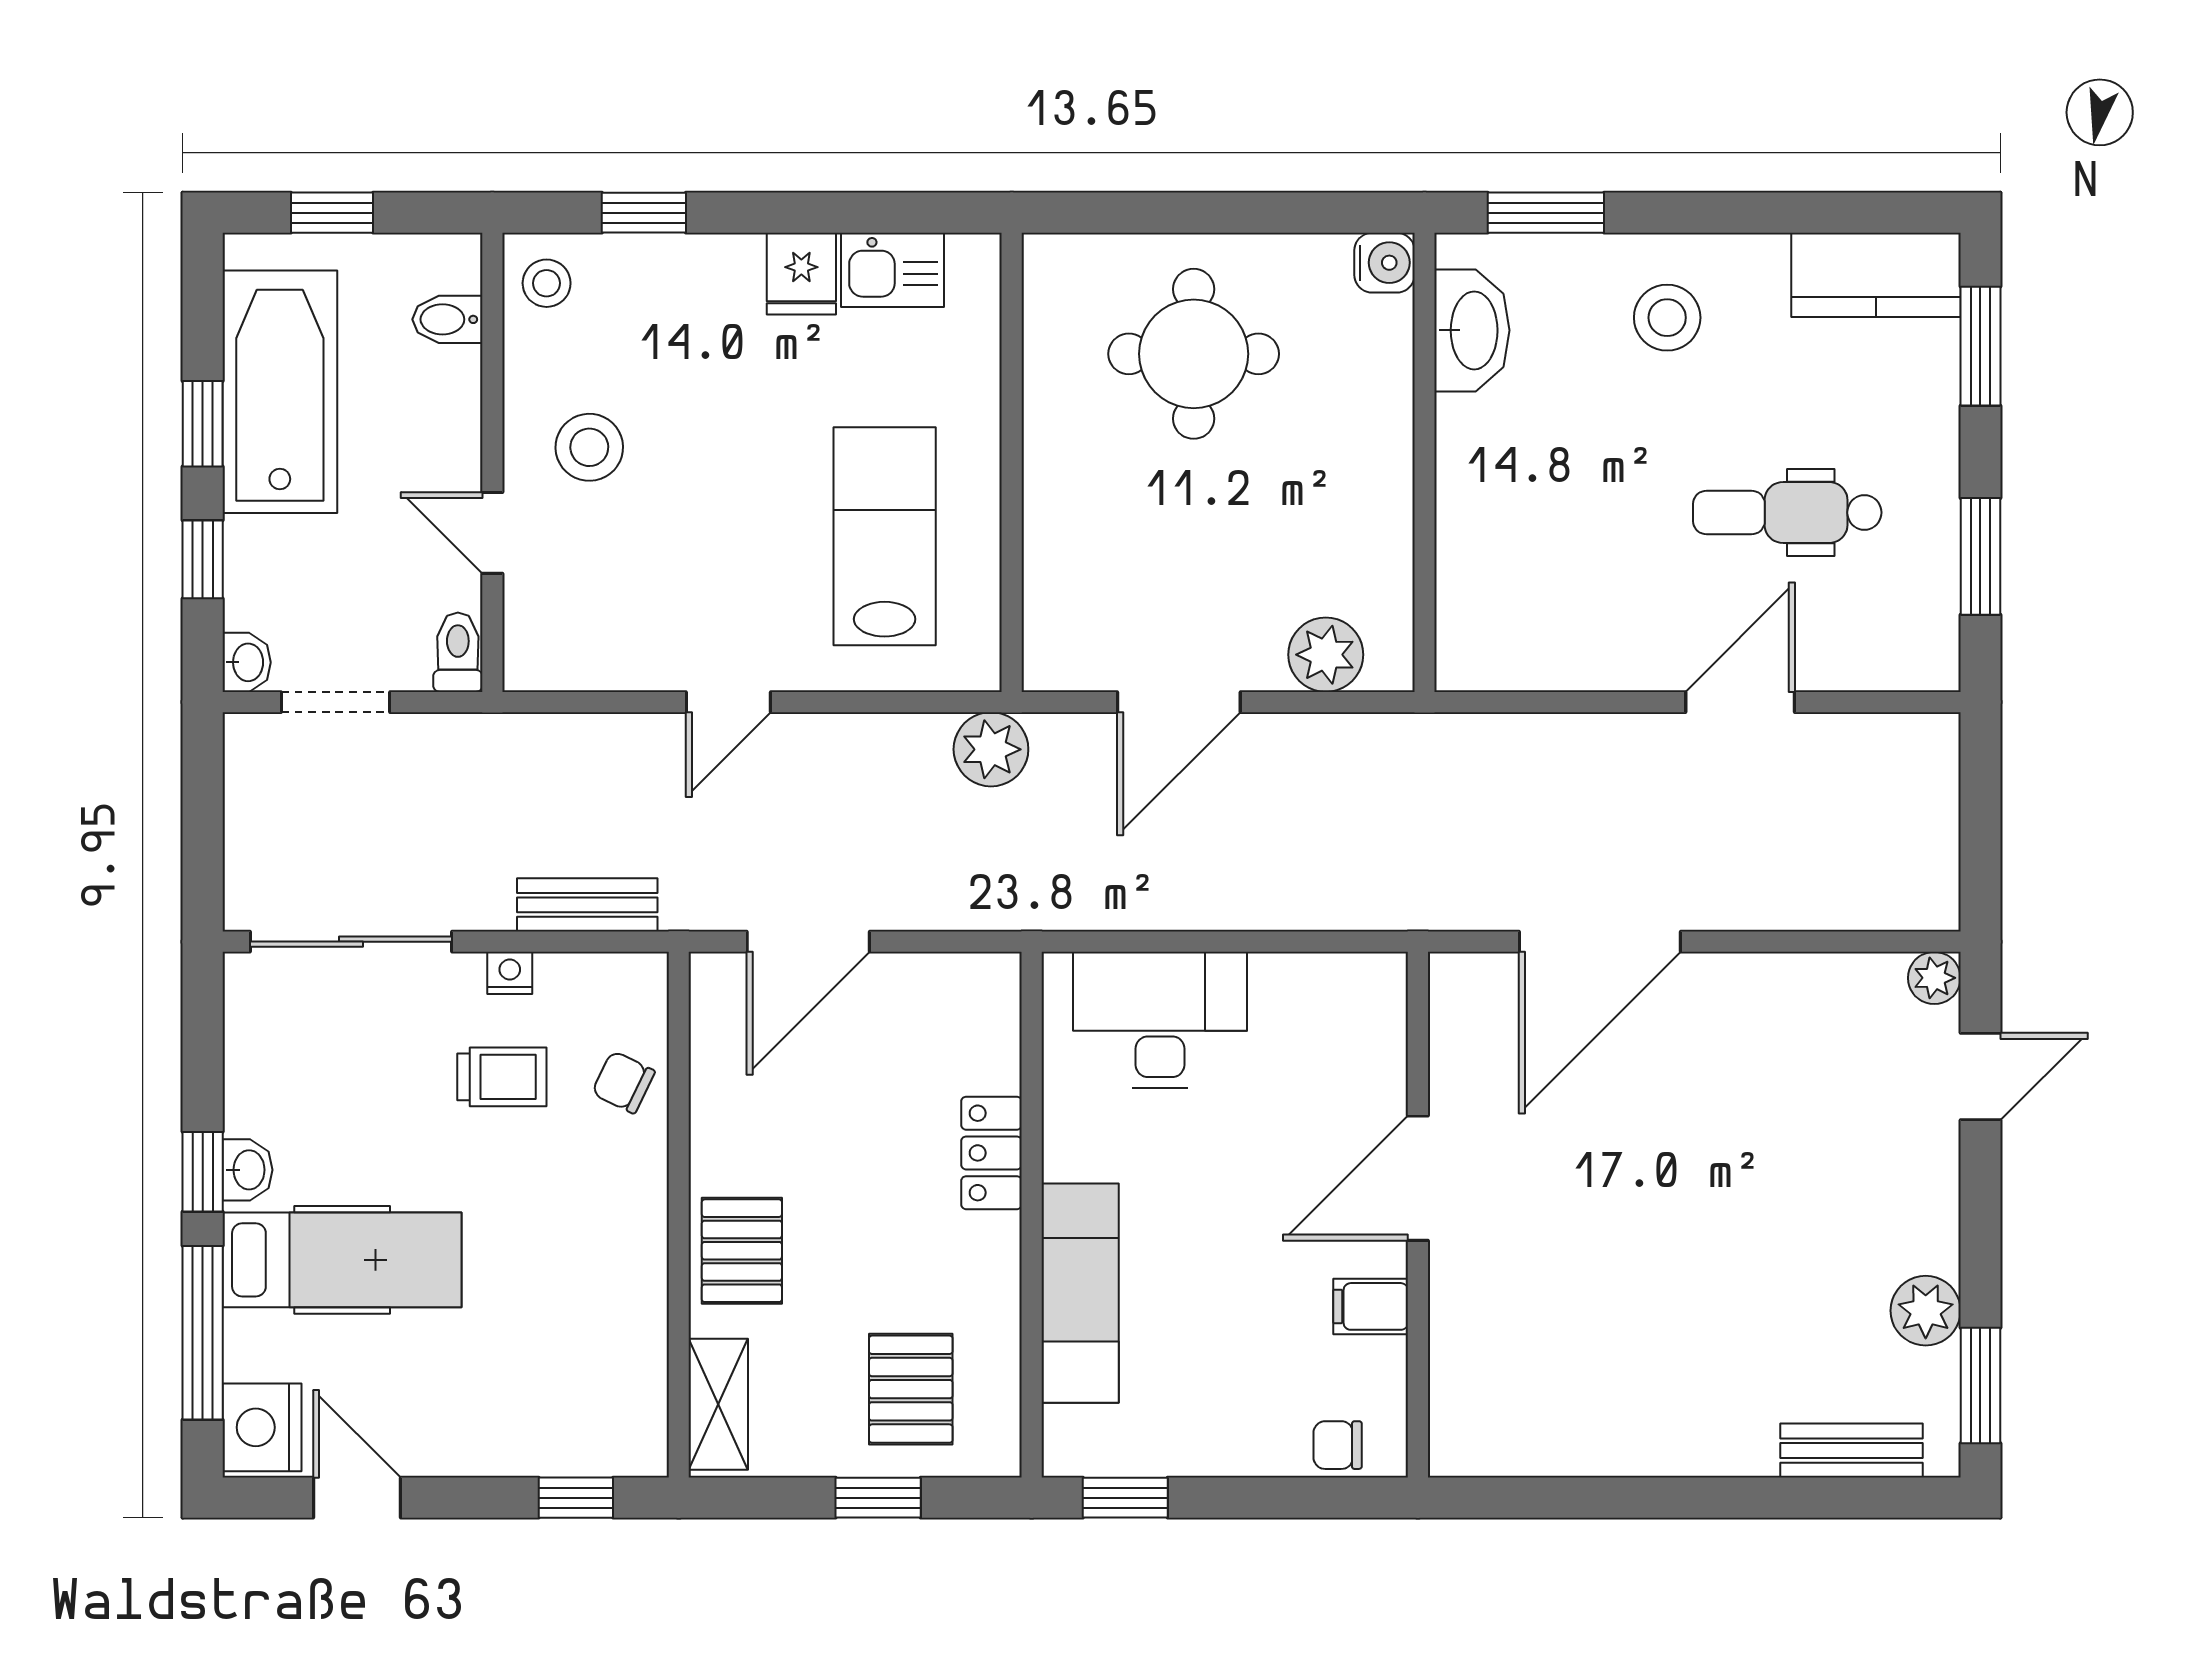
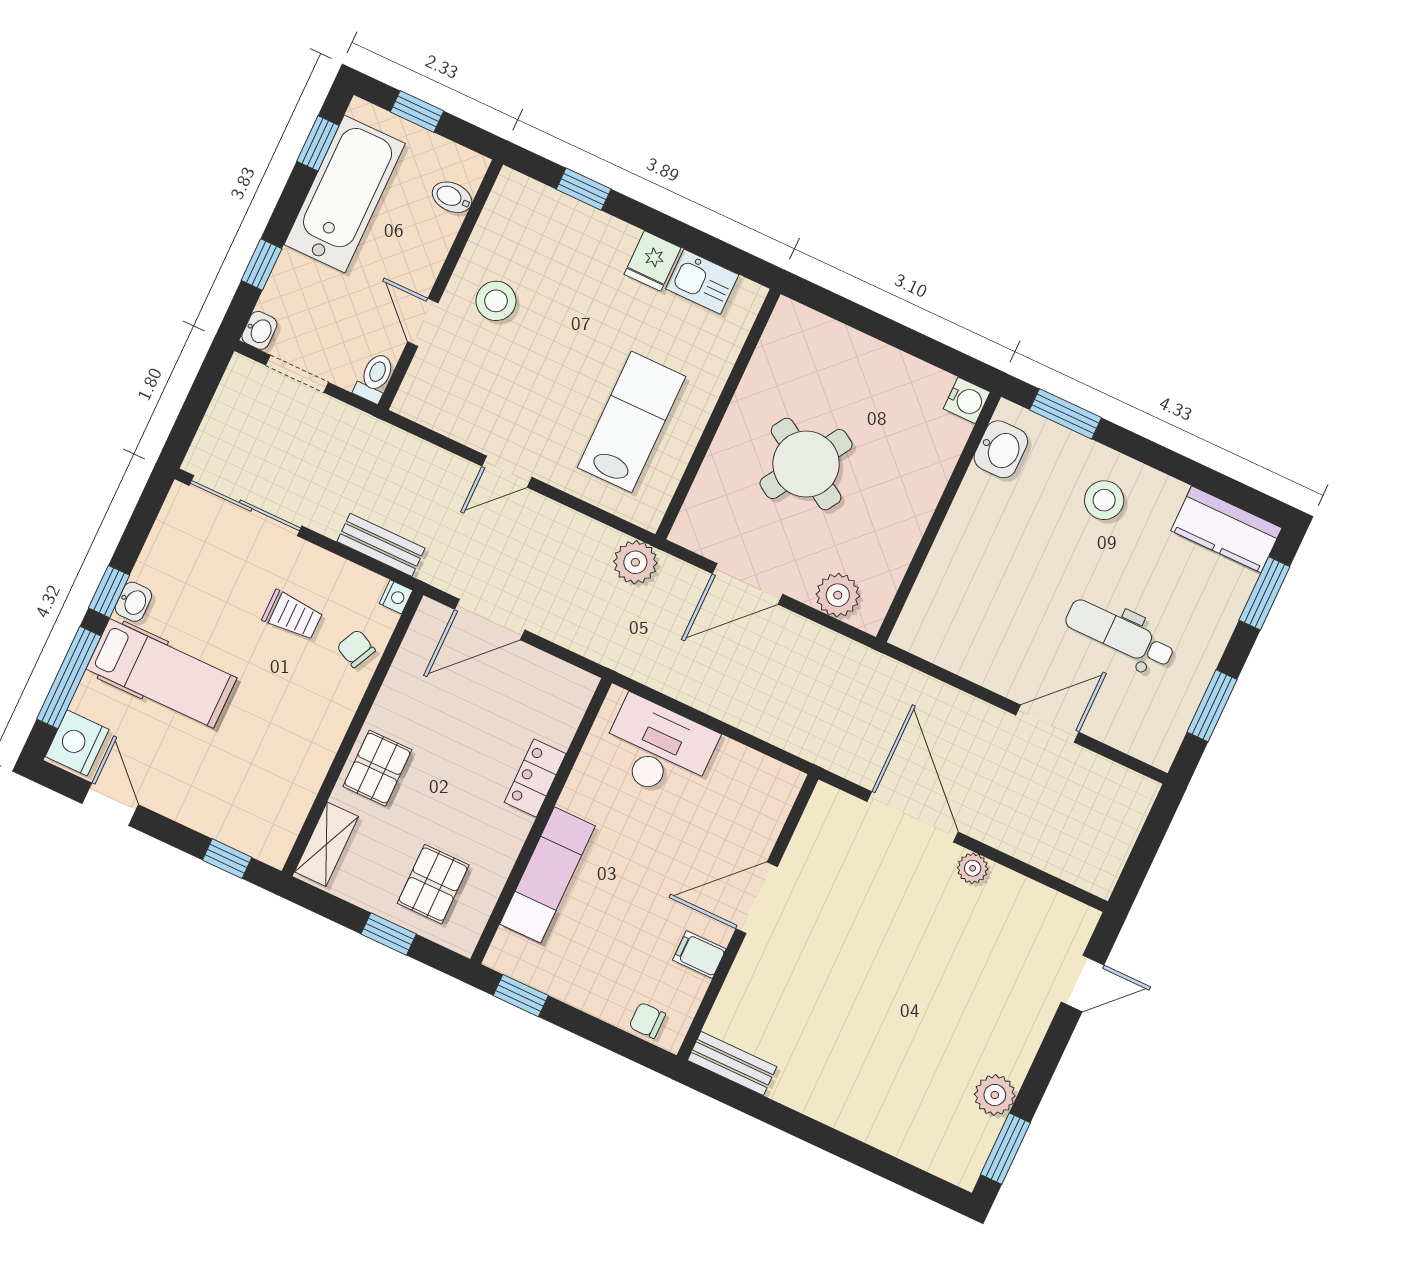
stool: (547, 283) -> (514, 203), removed
washbasin: (1472, 330) -> (1001, 449), width x0.72
round table: (1194, 354) -> (806, 464), moved, turned 32
window: (203, 424) -> (318, 143), moved
door: (1600, 942) -> (913, 817), swing flipped
nightstand: (510, 973) -> (396, 597), moved, turned 90
plant: (1934, 978) -> (973, 868), moved
bench: (1852, 1451) -> (732, 1063), moved

